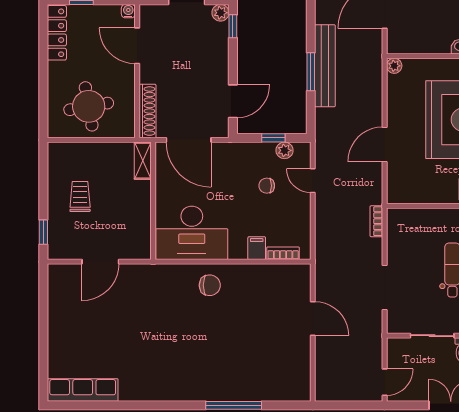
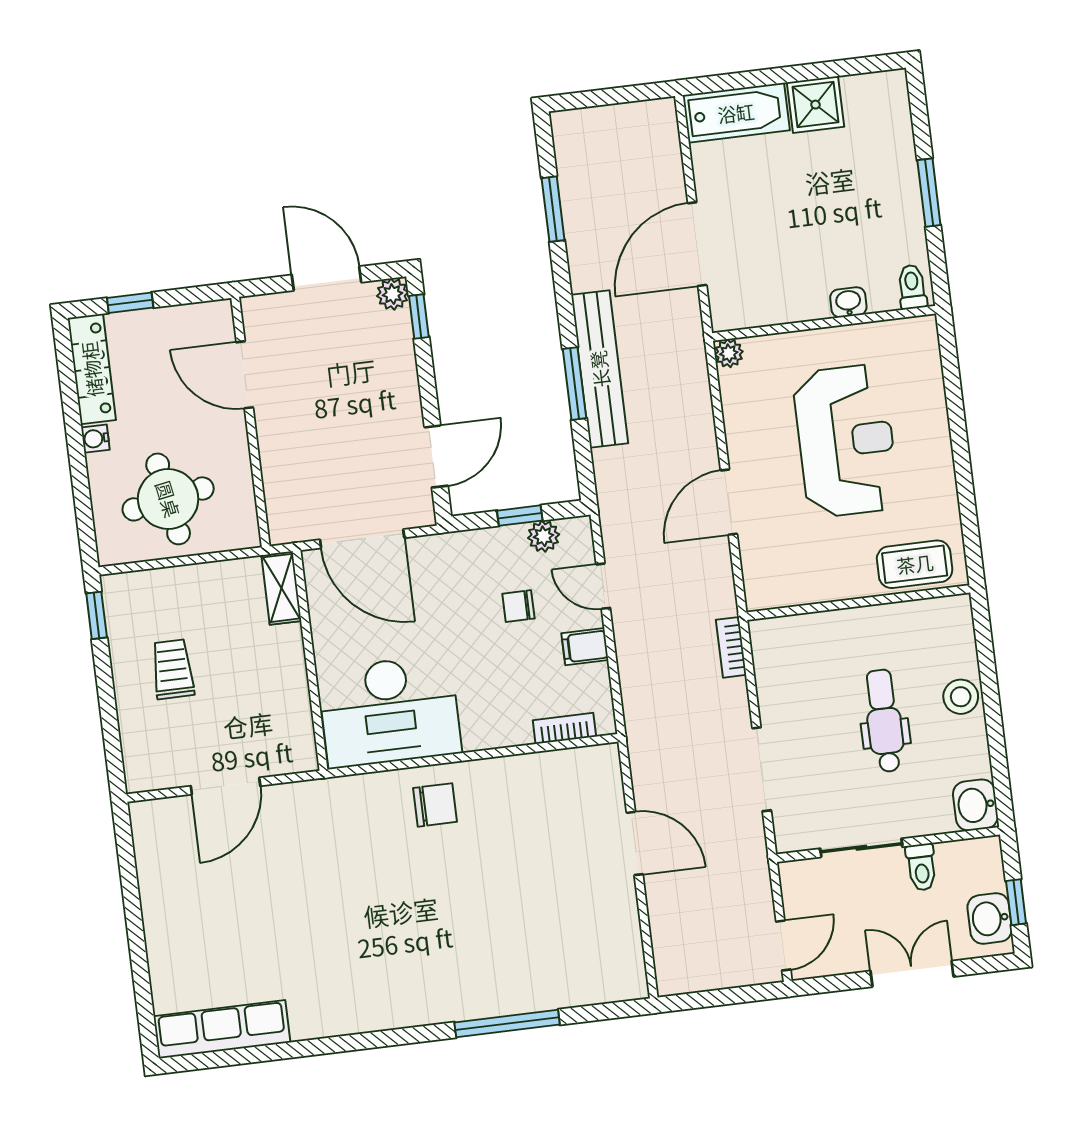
water cooler: (128, 11) -> (95, 439), moved, turned -90
shoe rack: (147, 111) -> (279, 494), removed
window: (43, 232) -> (97, 615), moved
filing cabinet: (257, 248) -> (585, 647), moved, turned -90

